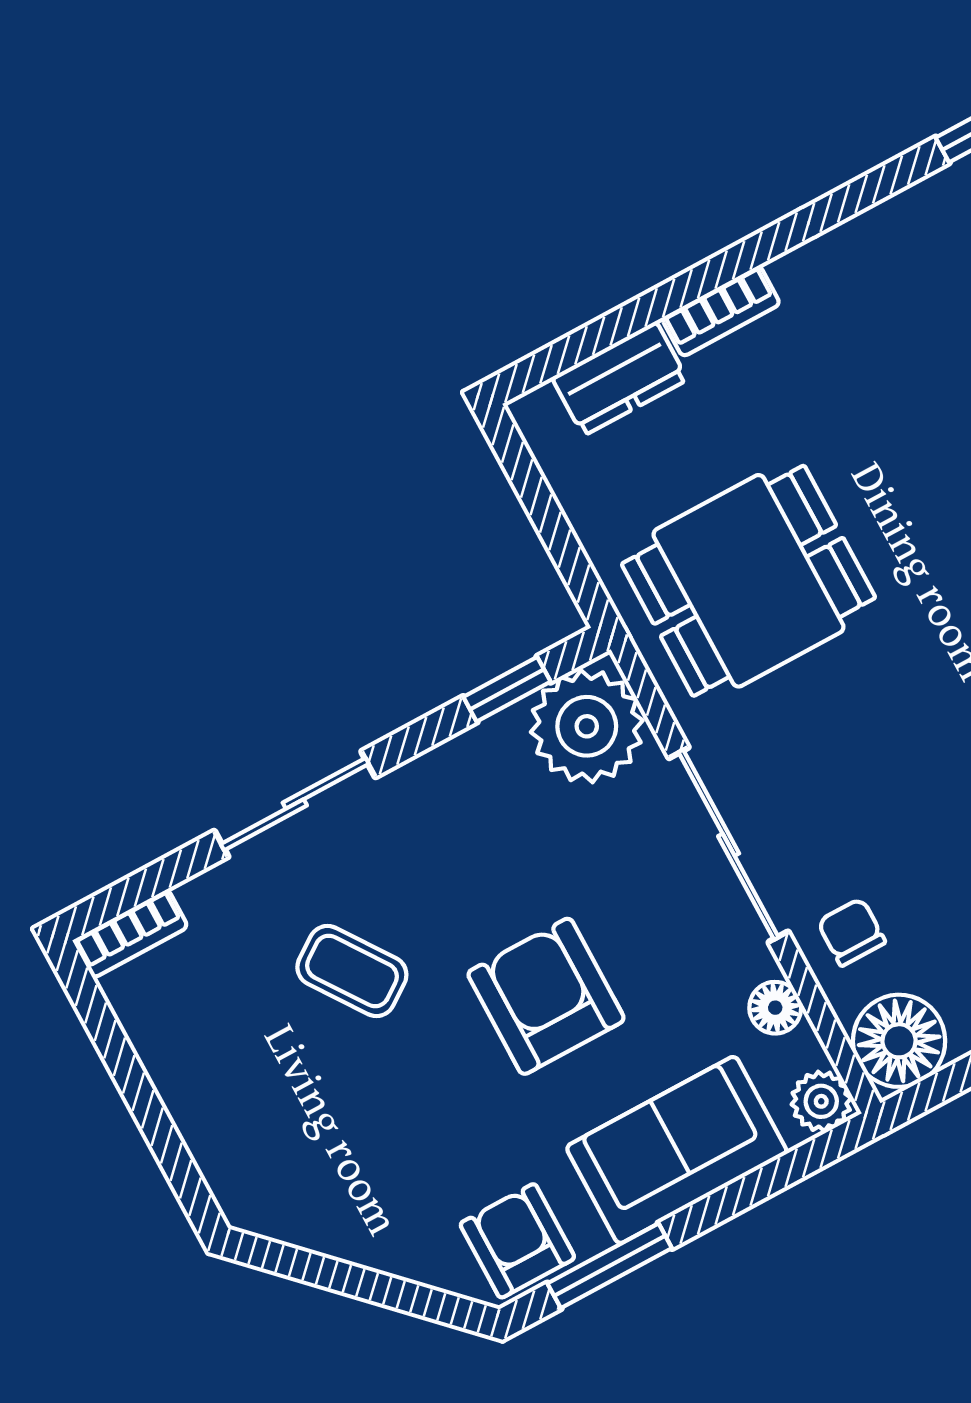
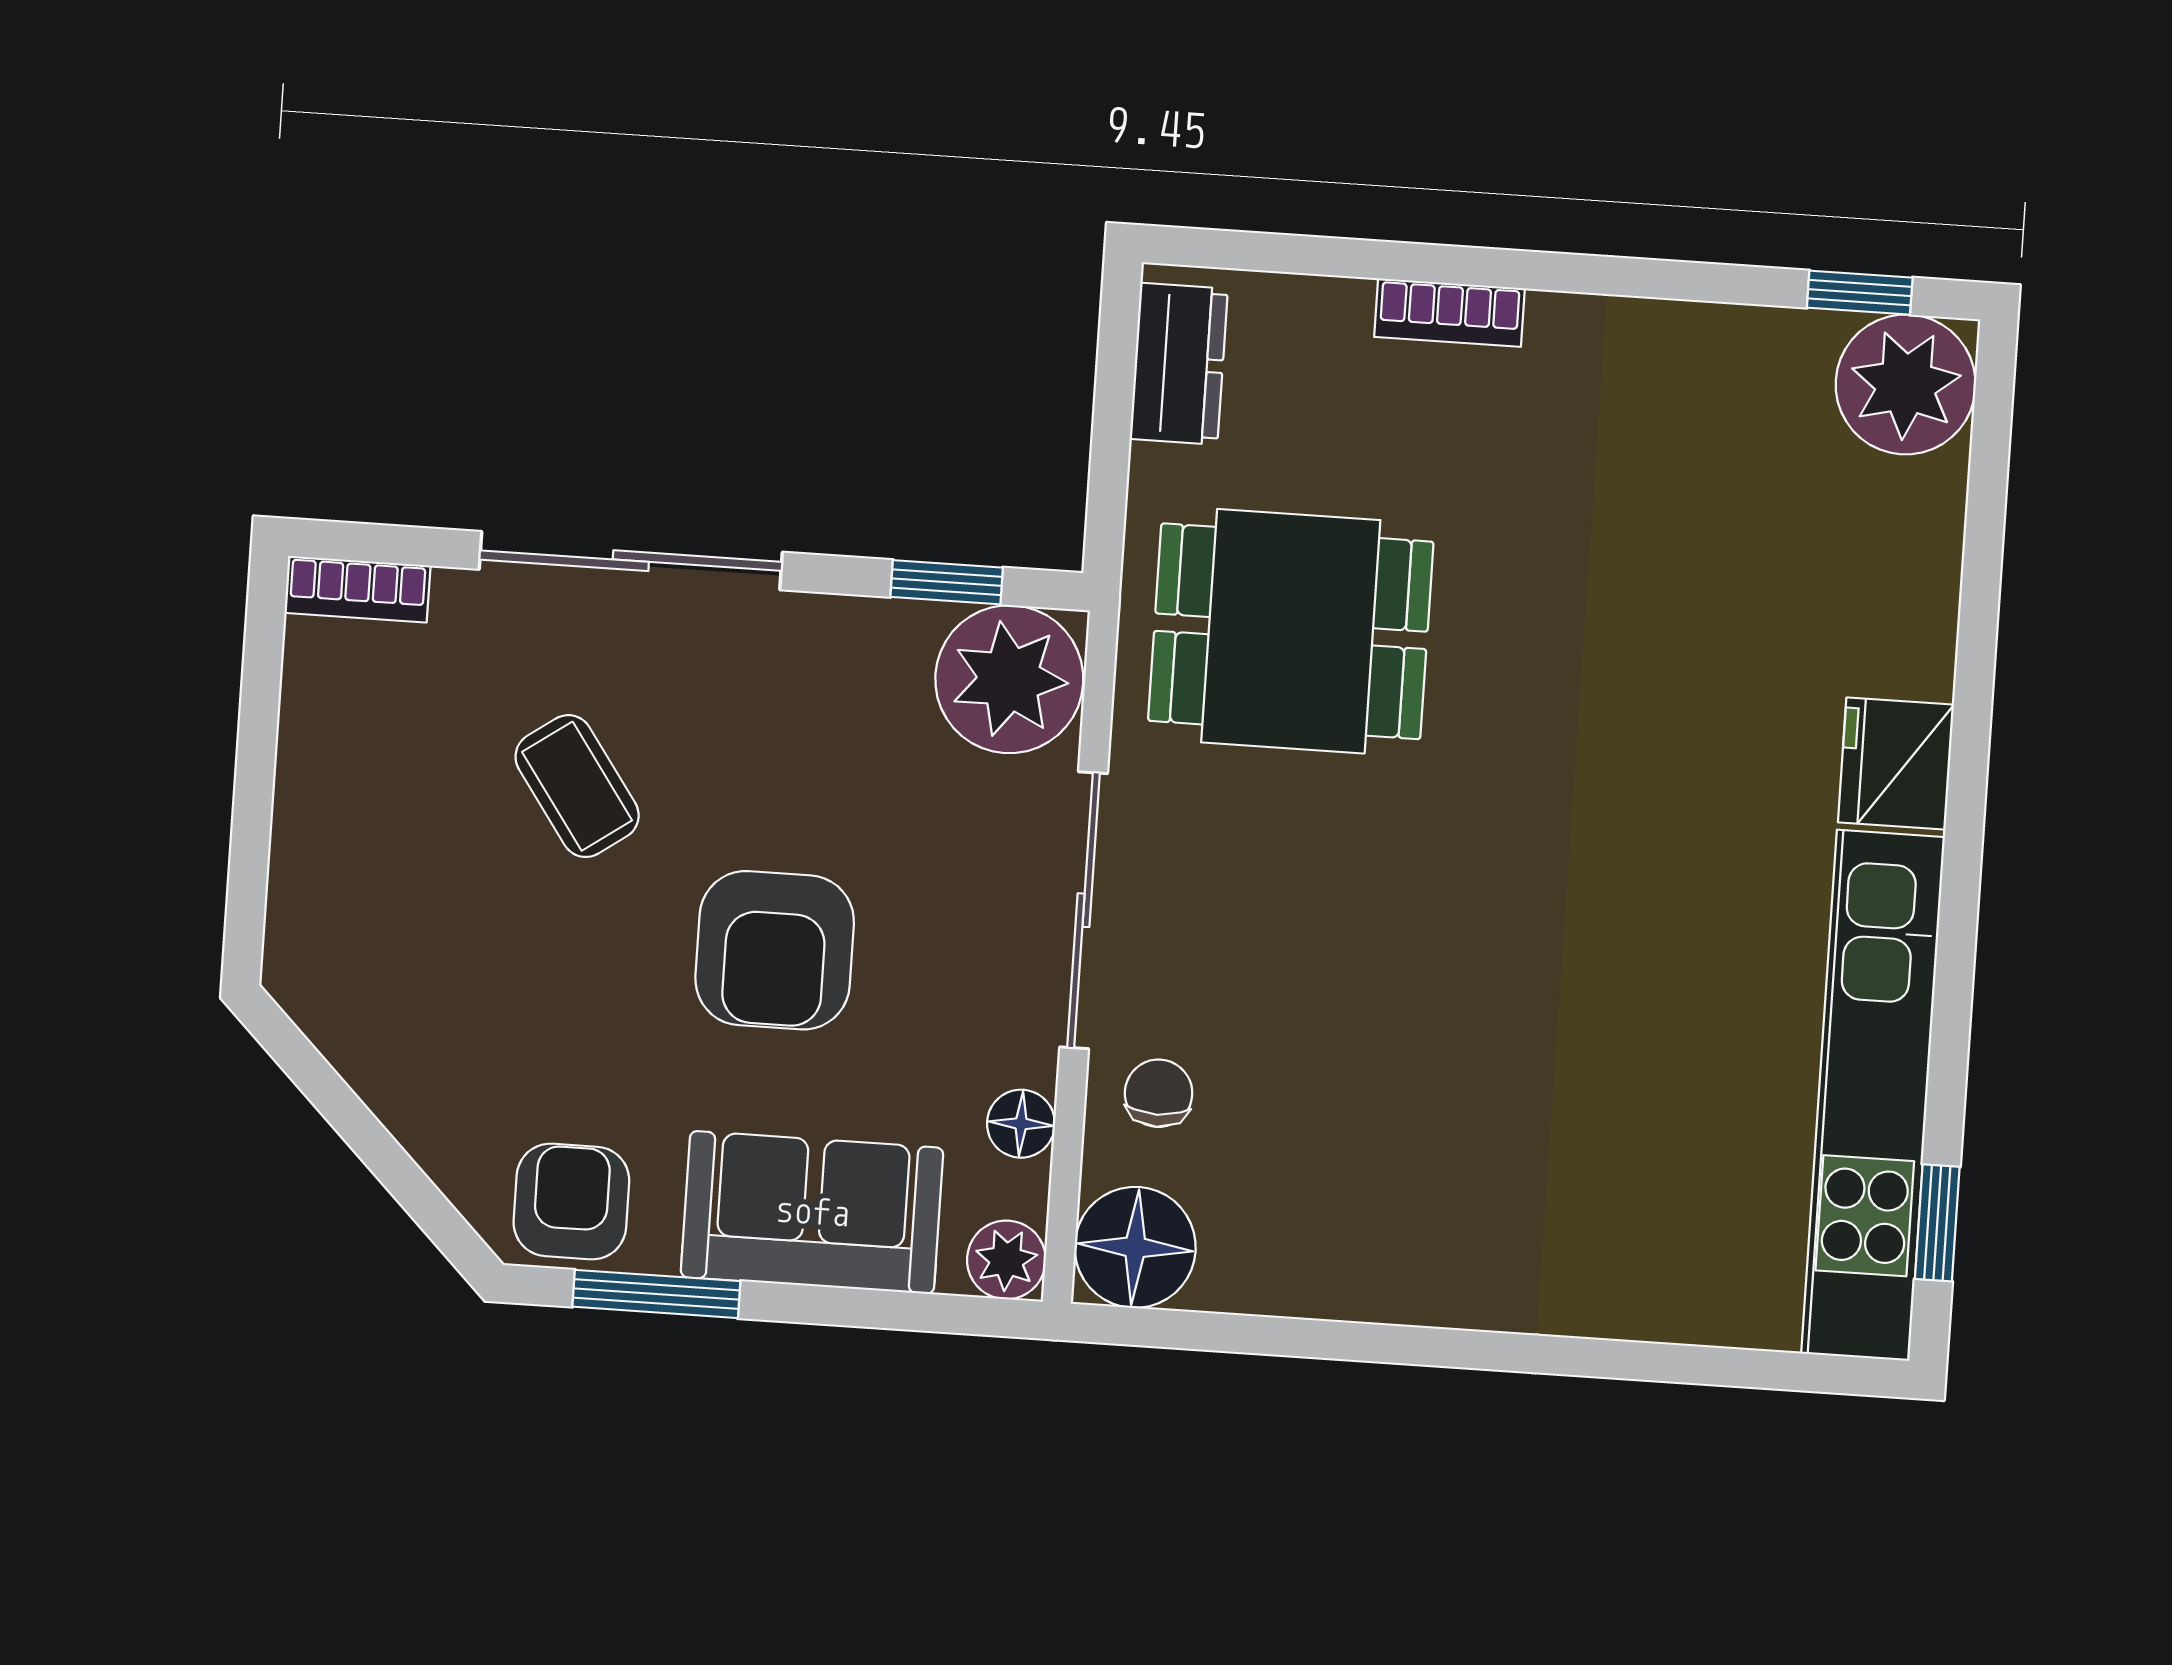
dresser: (620, 379) -> (1179, 364), moved, turned -90
sliding door: (295, 804) -> (631, 561), width x1.37
armchair: (546, 996) -> (775, 950), turned 180

